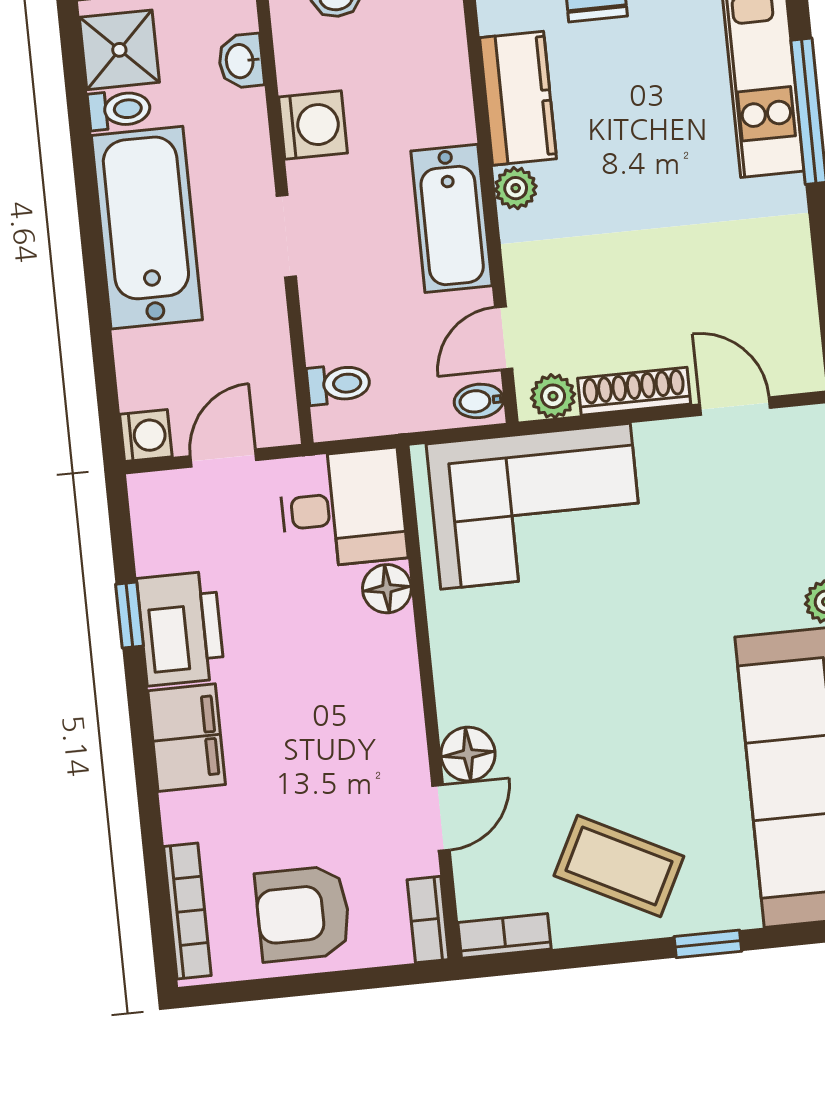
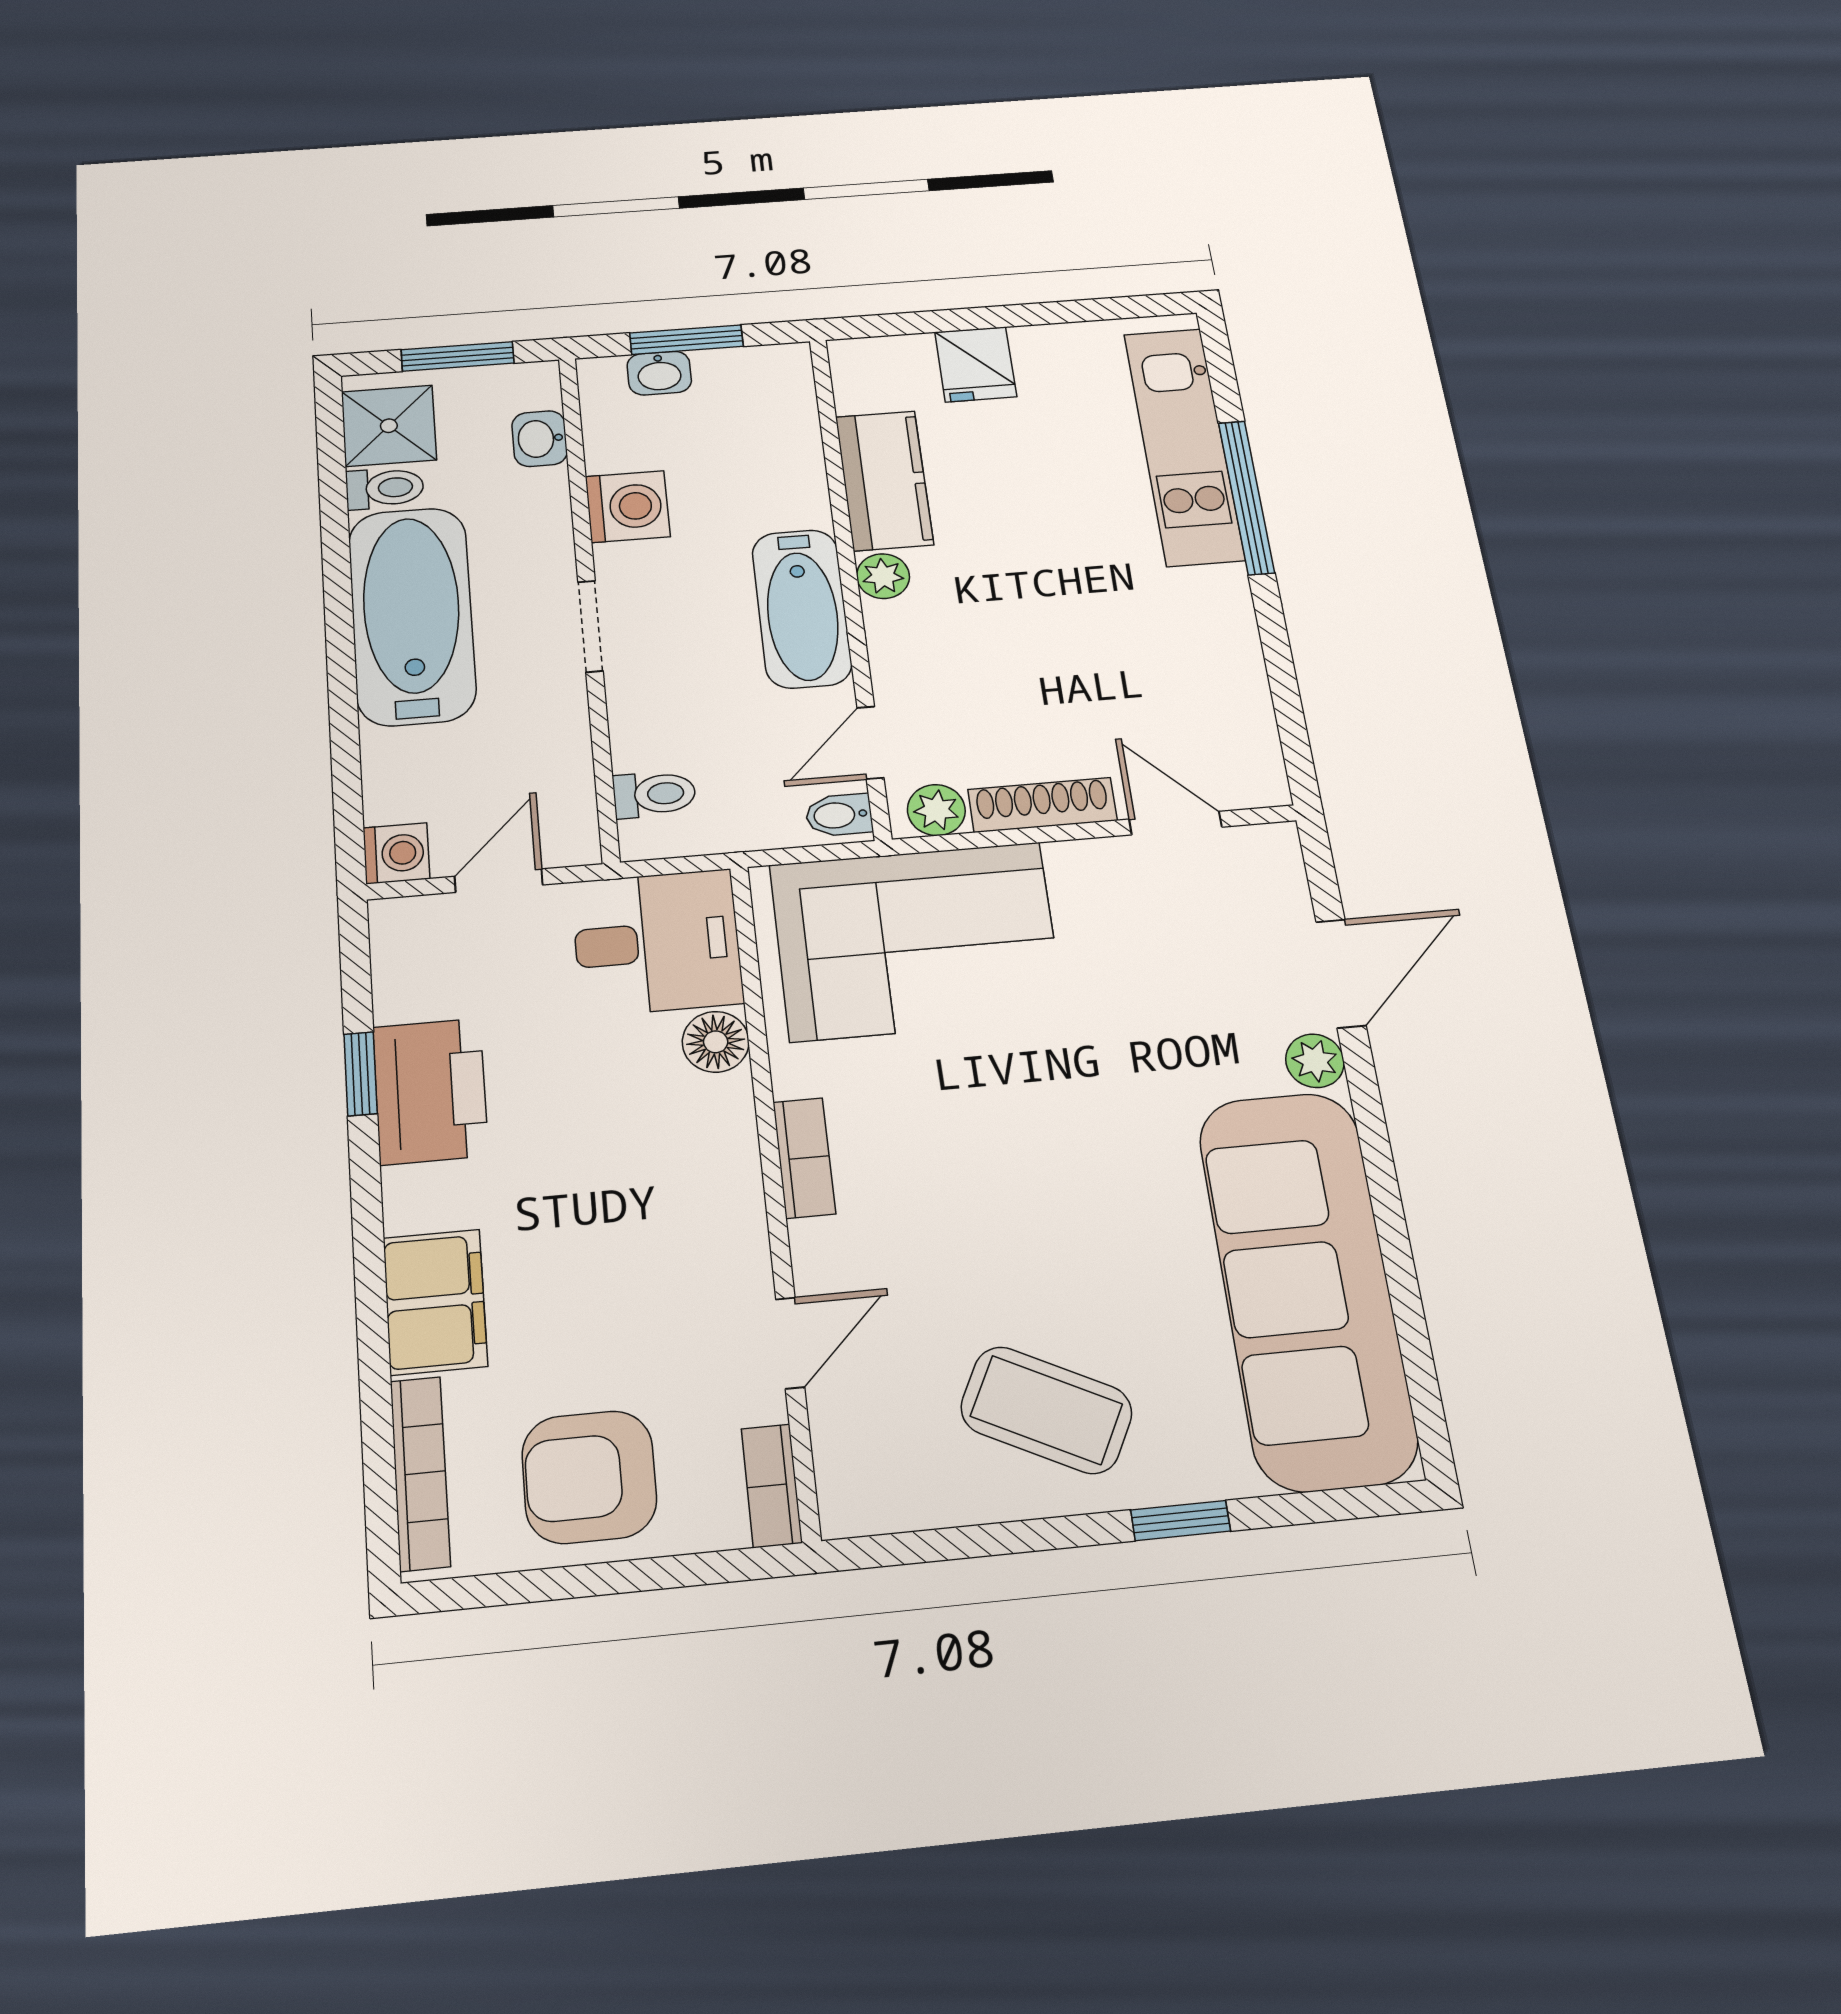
filing cabinet: (187, 738) -> (435, 1302), moved
floor lamp: (468, 754) -> (828, 1257), removed
bookcase: (504, 936) -> (804, 1158), moved, turned 90

